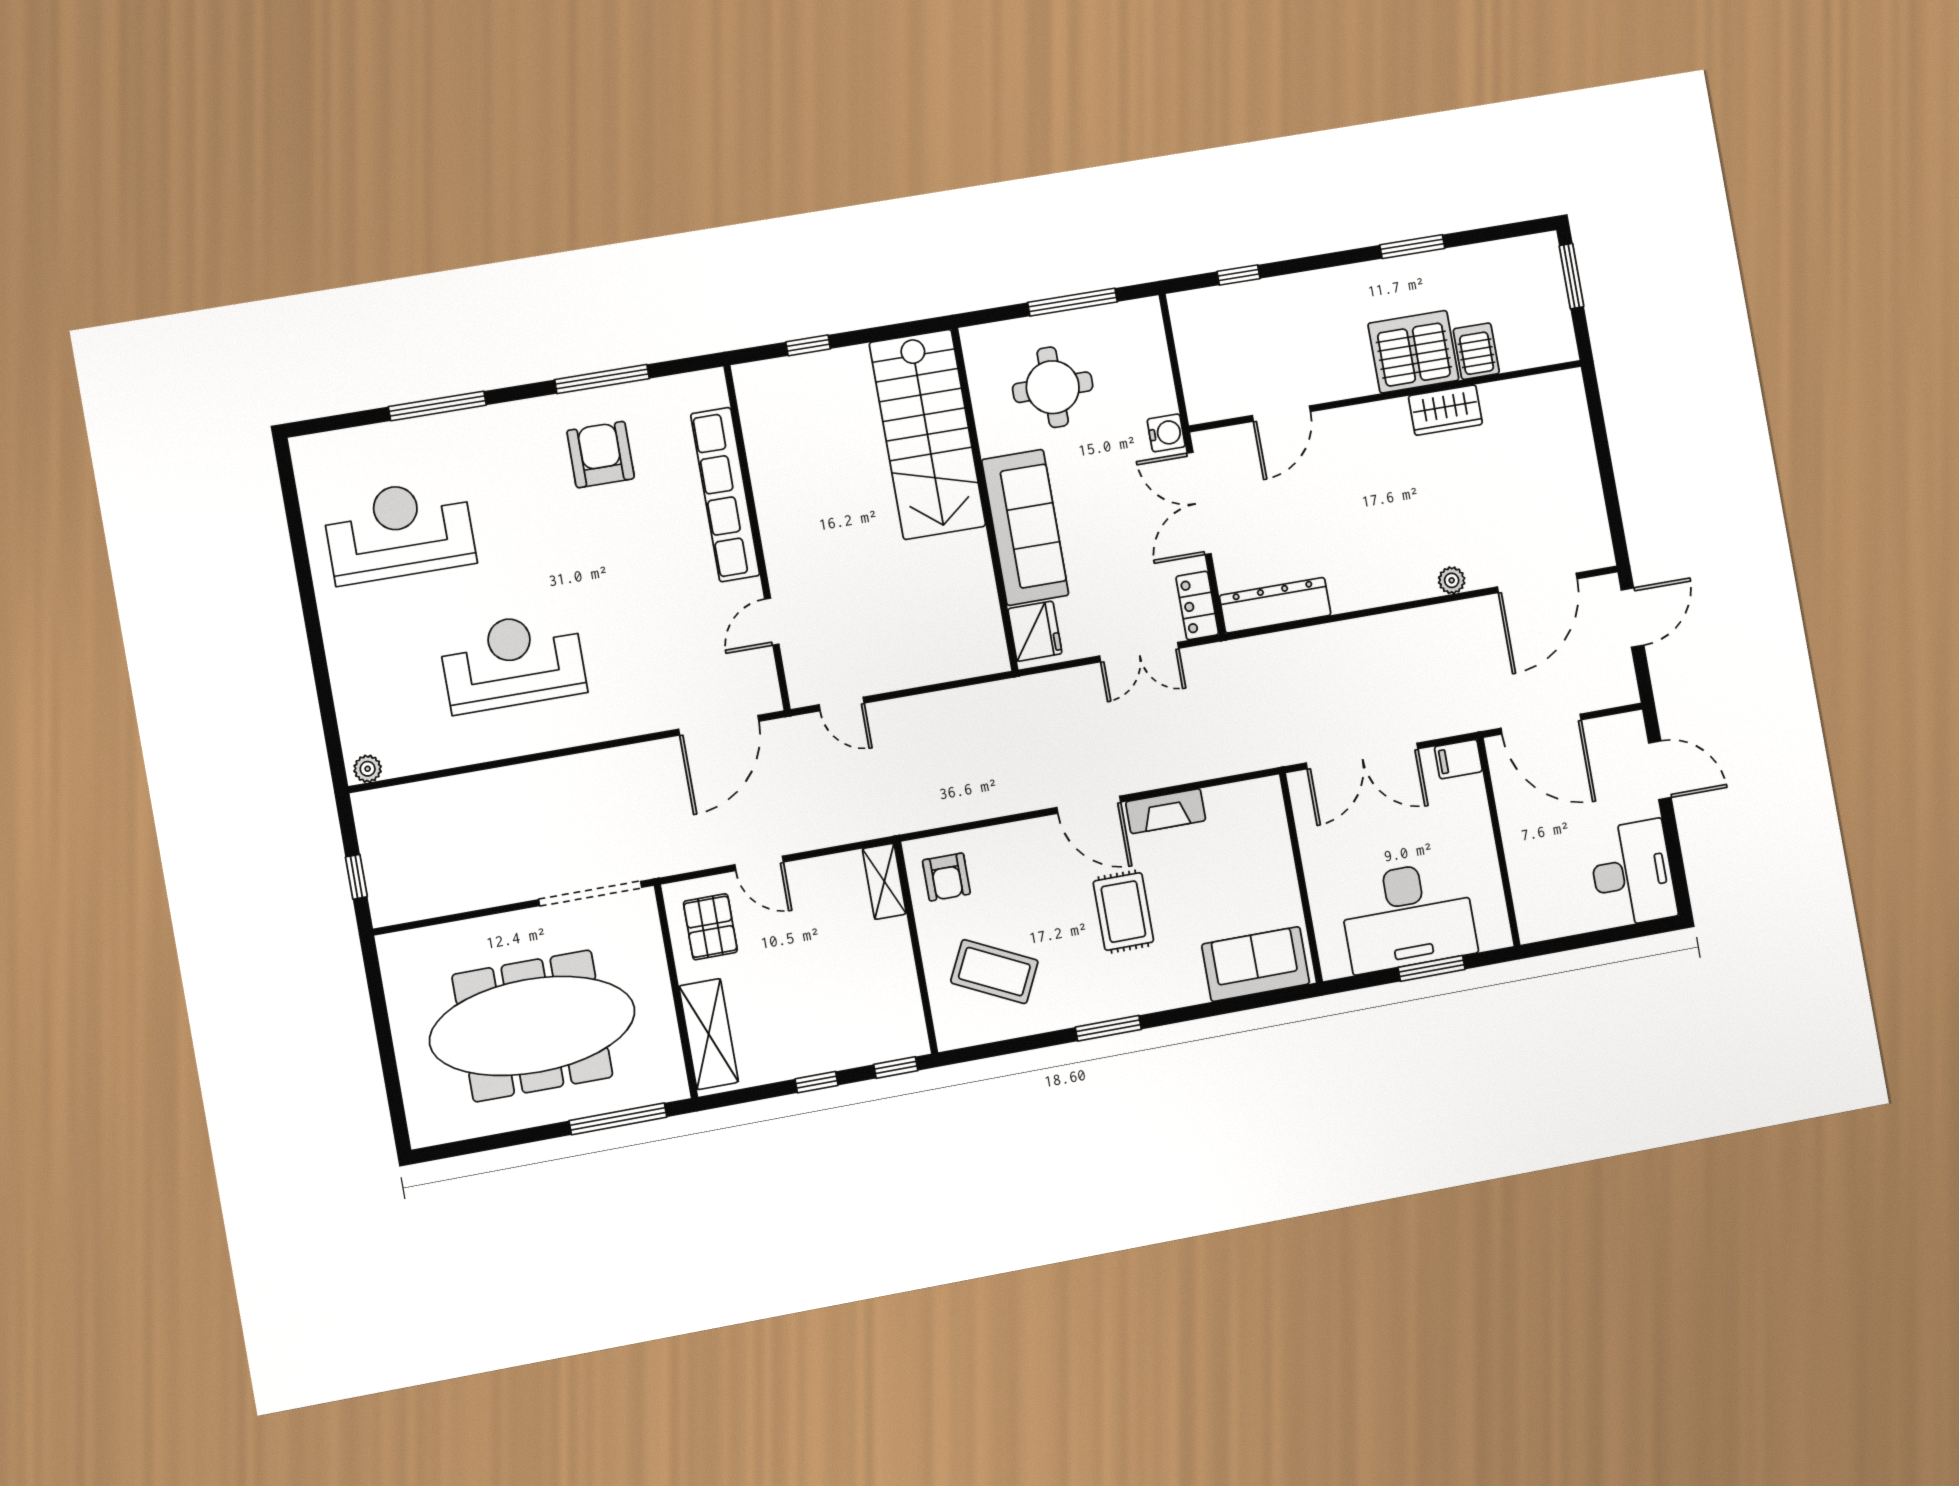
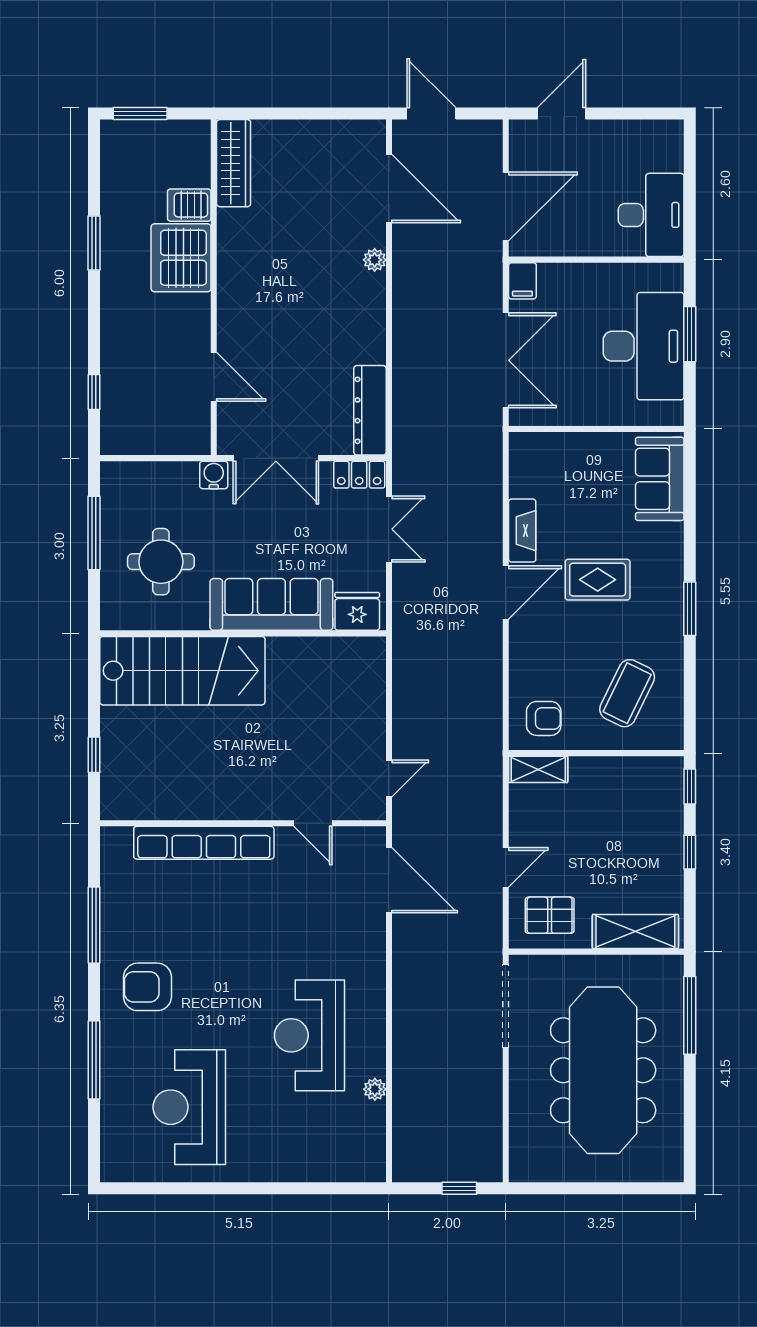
wardrobe: (1445, 410) -> (234, 163), moved, width x1.50
armchair: (601, 455) -> (147, 987), moved
plant: (368, 769) -> (375, 1089), moved
desk: (1632, 873) -> (651, 215), moved, turned 90

